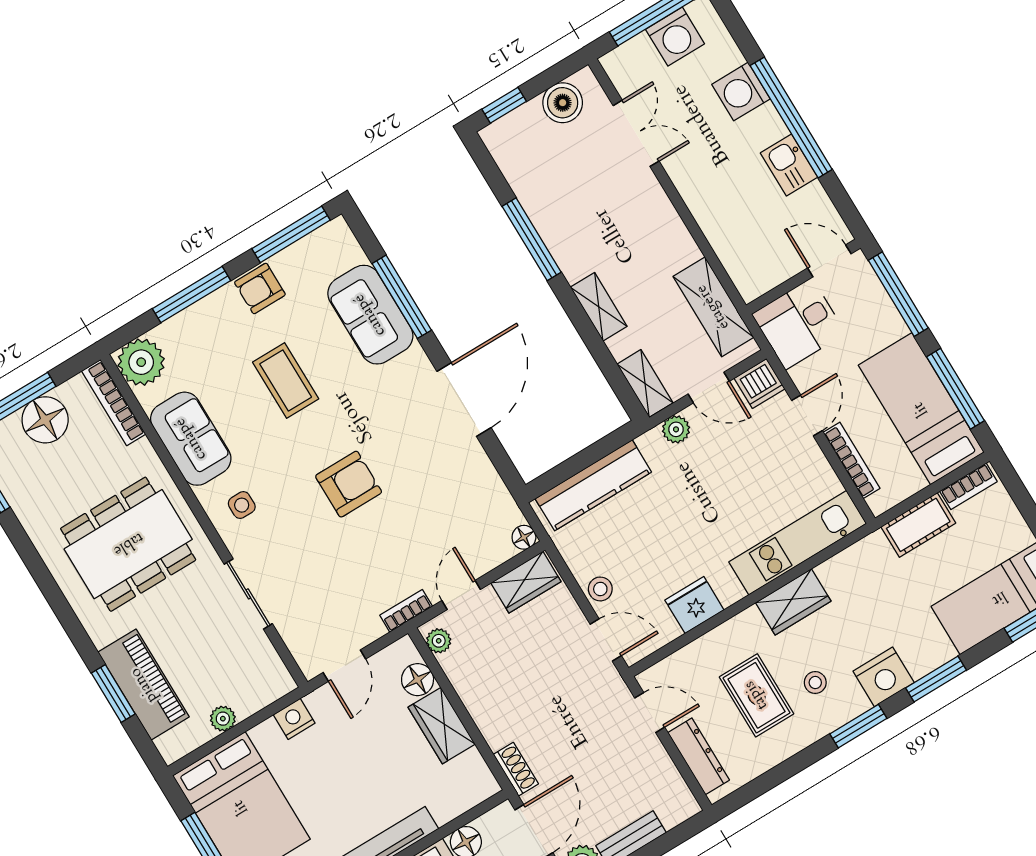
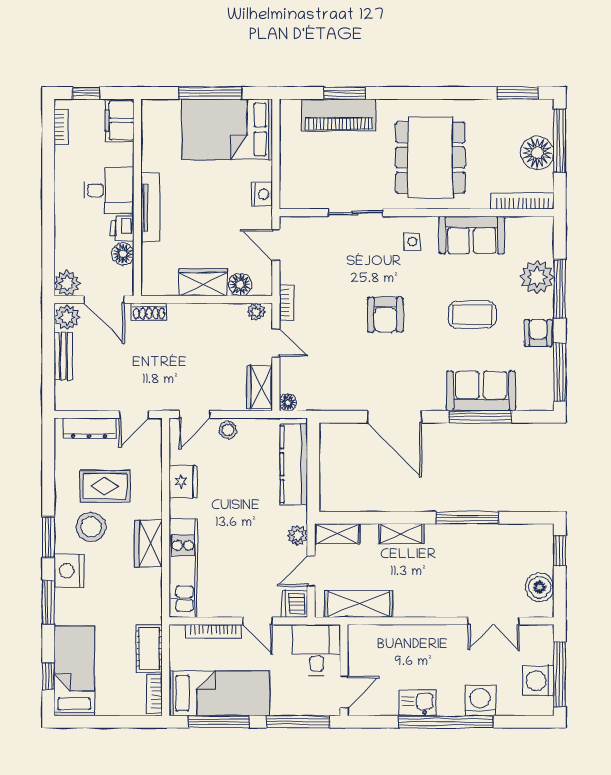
plant: (141, 362) -> (537, 277), moved
stool: (815, 683) -> (91, 527), width x1.89, depth x1.89
plant: (223, 719) -> (288, 151), removed

